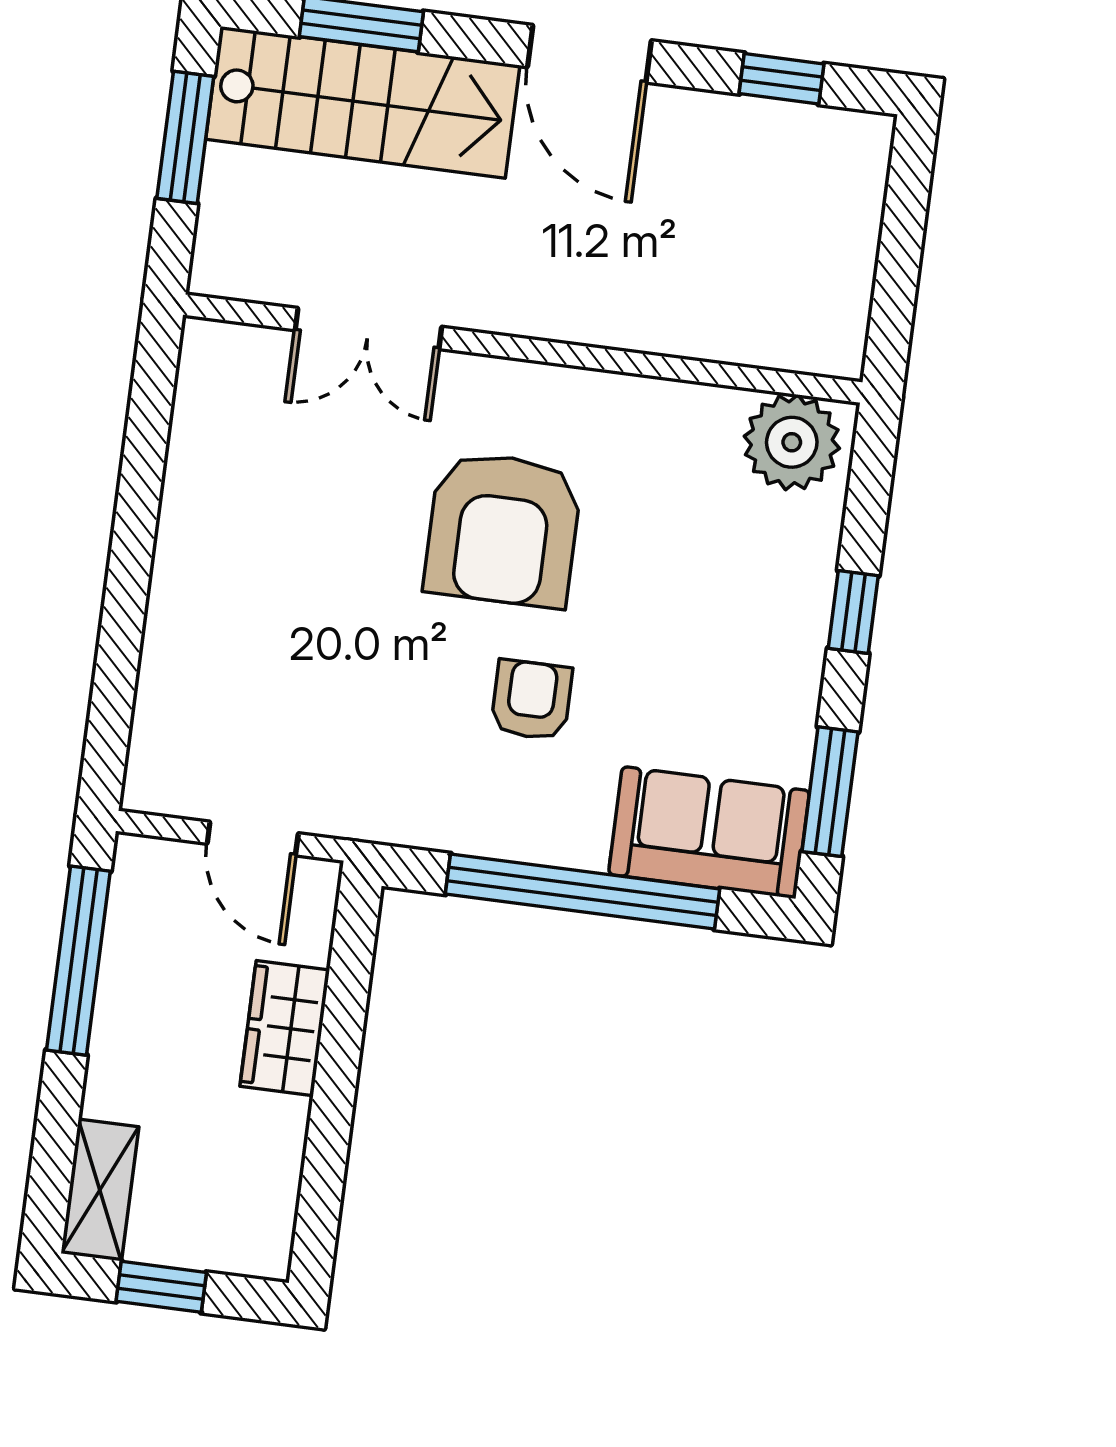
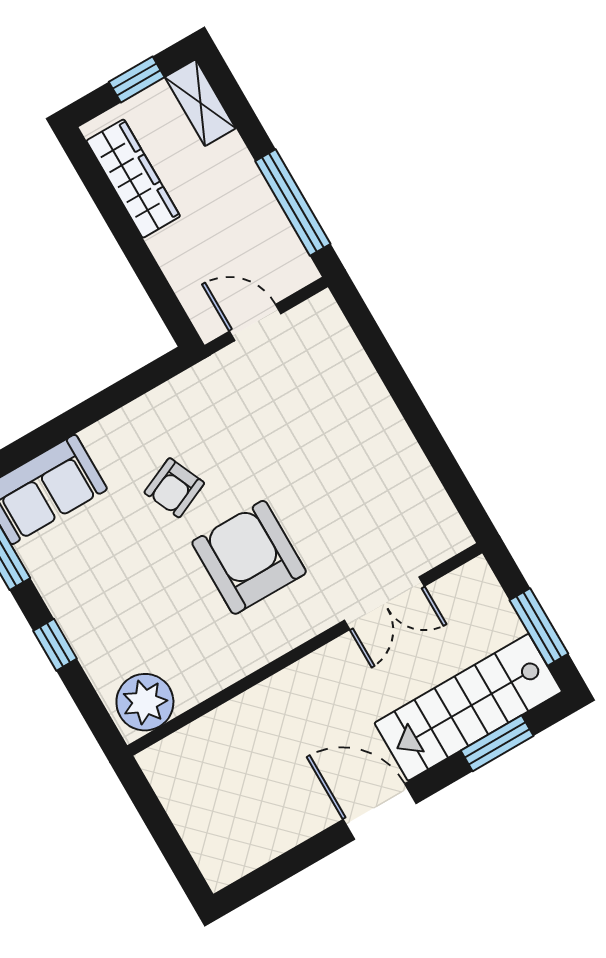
window: (782, 79) -> (280, 869), removed
double door: (368, 328) -> (384, 603), swing flipped
armchair: (531, 700) -> (174, 488), turned 66
window: (583, 892) -> (81, 416), removed
wardrobe: (285, 1028) -> (133, 179), moved, width x1.50

